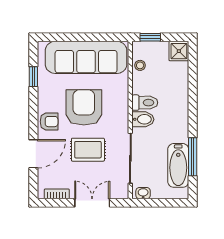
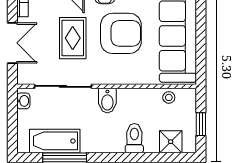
window: (150, 37) -> (201, 124), moved
shower: (179, 51) -> (171, 142), moved
toilet: (145, 103) -> (134, 138), moved, turned 180

